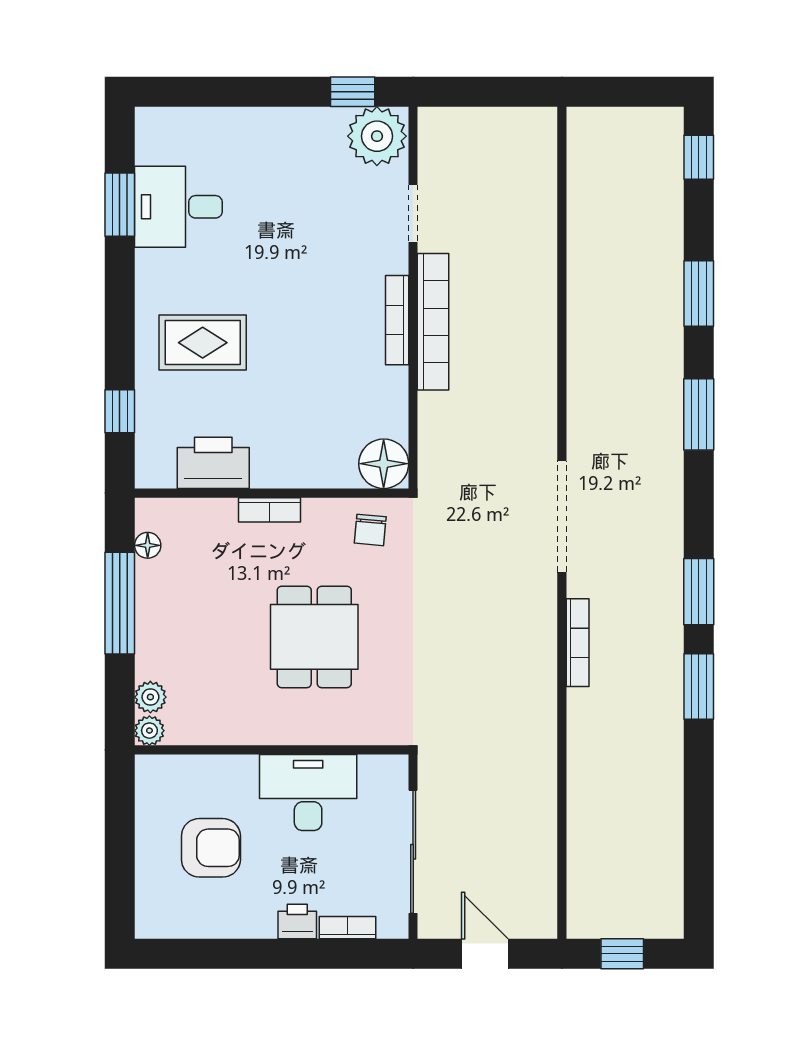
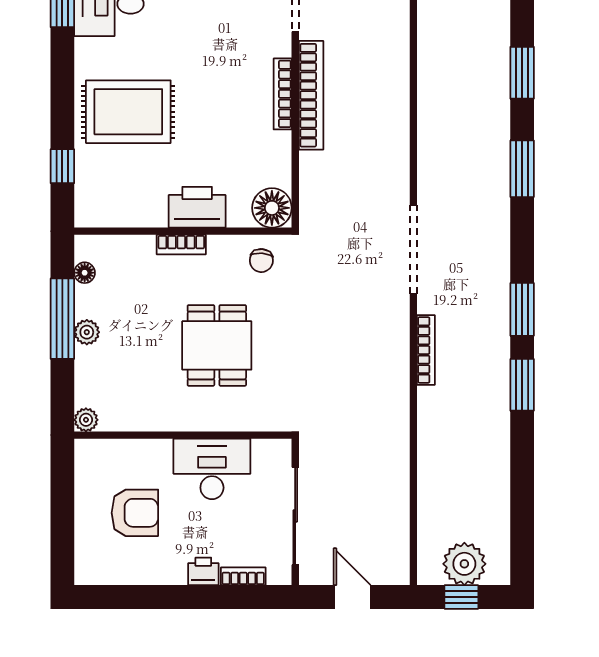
rug: (203, 343) -> (128, 112), width x1.36, depth x1.43
printer: (213, 463) -> (197, 207), moved
plant: (150, 697) -> (87, 332), moved
plant: (626, 912) -> (464, 564), added

